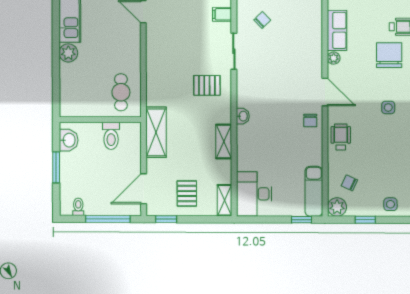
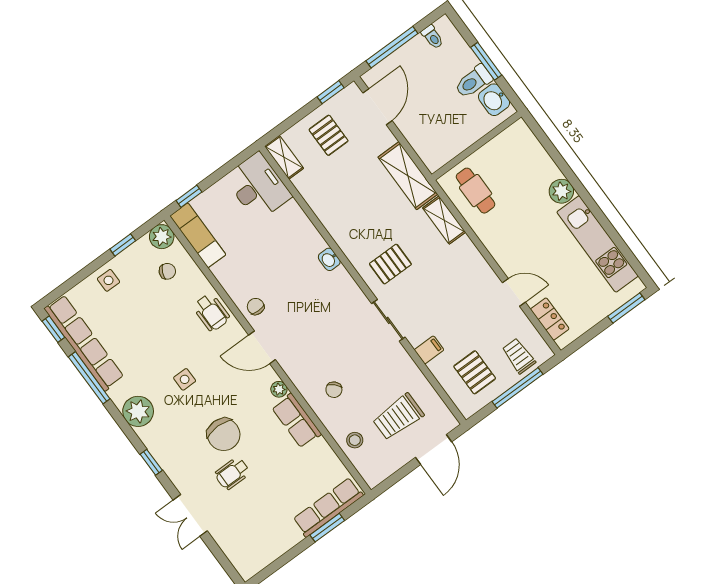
chair: (262, 20) -> (334, 390), moved
toilet: (111, 136) -> (473, 81), moved, turned -90
shelving: (224, 142) -> (444, 220), moved

